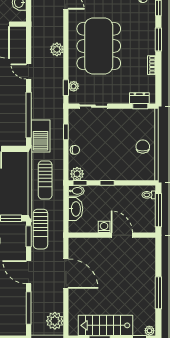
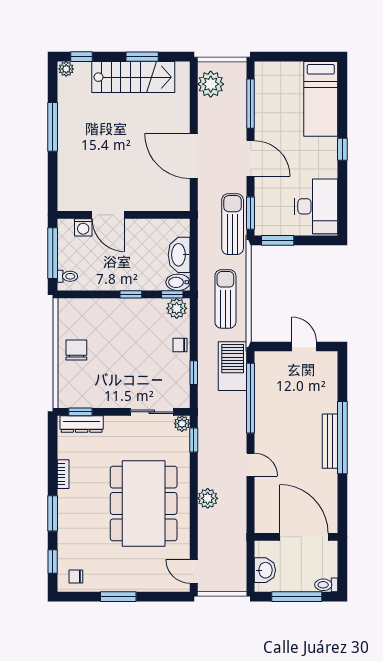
plant: (74, 86) -> (182, 424), moved
dresser: (139, 98) -> (82, 424), width x1.44
chair: (143, 147) -> (76, 350), turned 180
washing machine: (104, 227) -> (83, 227), moved

